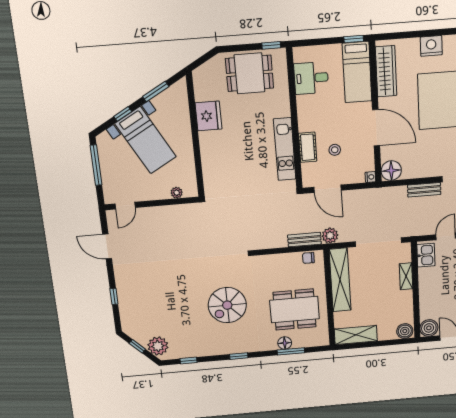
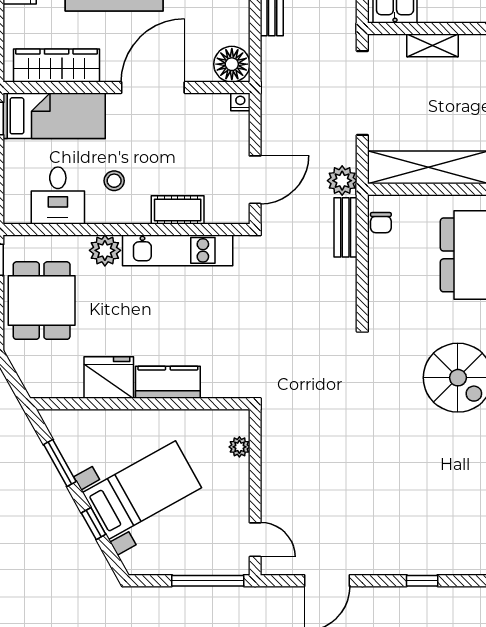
plant: (281, 108) -> (105, 250), added
kitchen counter: (209, 150) -> (168, 382), added
stool: (335, 150) -> (114, 181), moved
window: (96, 165) -> (208, 581), moved

